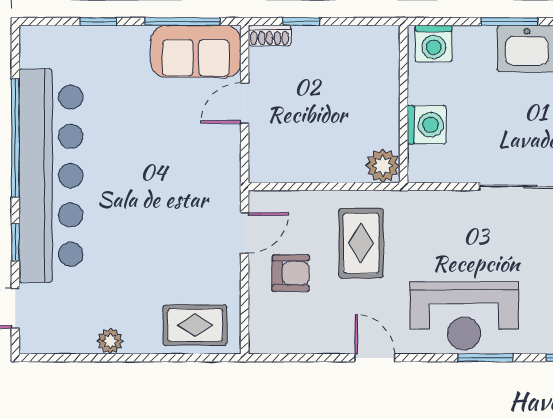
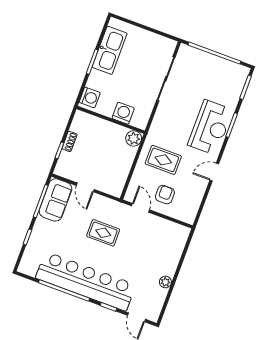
shoe rack: (270, 35) -> (70, 141), moved
rug: (195, 325) -> (103, 233), moved, turned 90

